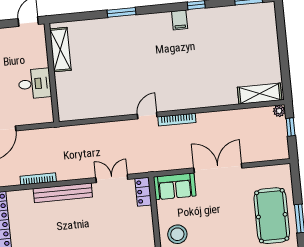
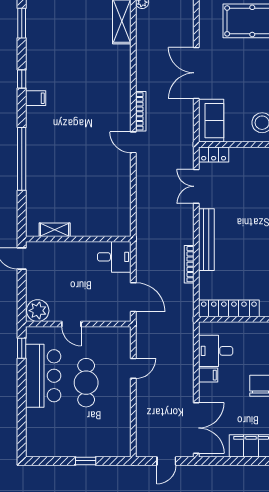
window: (121, 12) -> (22, 159), width x2.11
shelving: (60, 50) -> (55, 230), width x0.67, depth x0.75
desk: (35, 84) -> (114, 257), moved, turned 90

